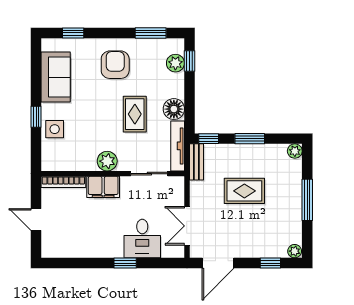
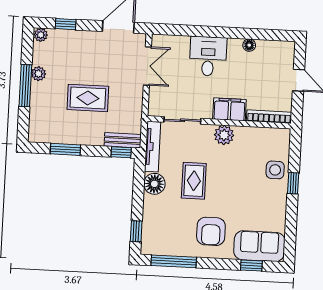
window: (151, 33) -> (174, 261), width x1.44
plant: (175, 63) -> (150, 230), removed
sofa: (56, 77) -> (259, 246), moved, turned 90
window: (250, 139) -> (65, 149), moved
plant: (295, 151) -> (39, 74), moved
bench: (196, 162) -> (123, 140), moved, turned 90
desk: (142, 239) -> (208, 56), moved
floor lamp: (87, 252) -> (249, 45), added
window: (125, 263) -> (211, 32), removed

